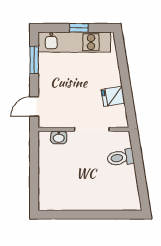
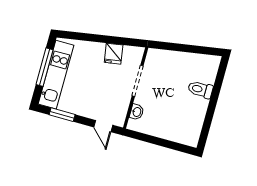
window: (79, 28) -> (44, 67), width x2.17
toilet: (120, 158) -> (200, 90), moved, turned 99

